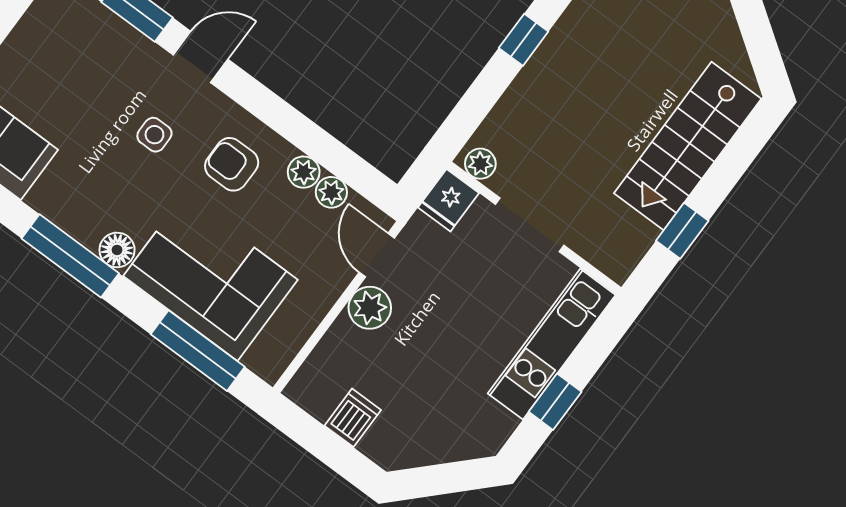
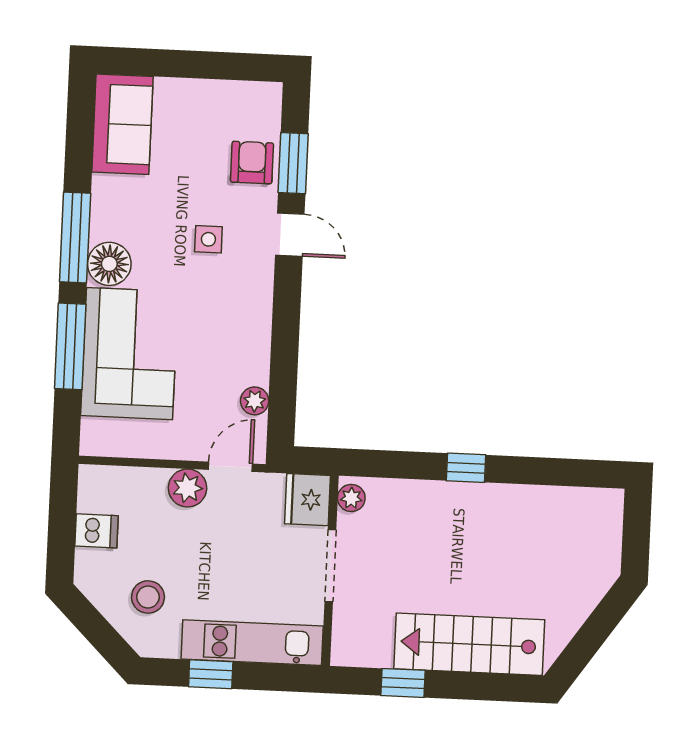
armchair: (232, 164) -> (252, 163), moved
plant: (304, 172) -> (256, 370), removed
fridge: (448, 200) -> (307, 500), width x1.38
floor lamp: (117, 250) -> (109, 264), width x1.38, depth x1.38
window: (198, 351) -> (70, 346), moved
stool: (445, 412) -> (148, 597), added

